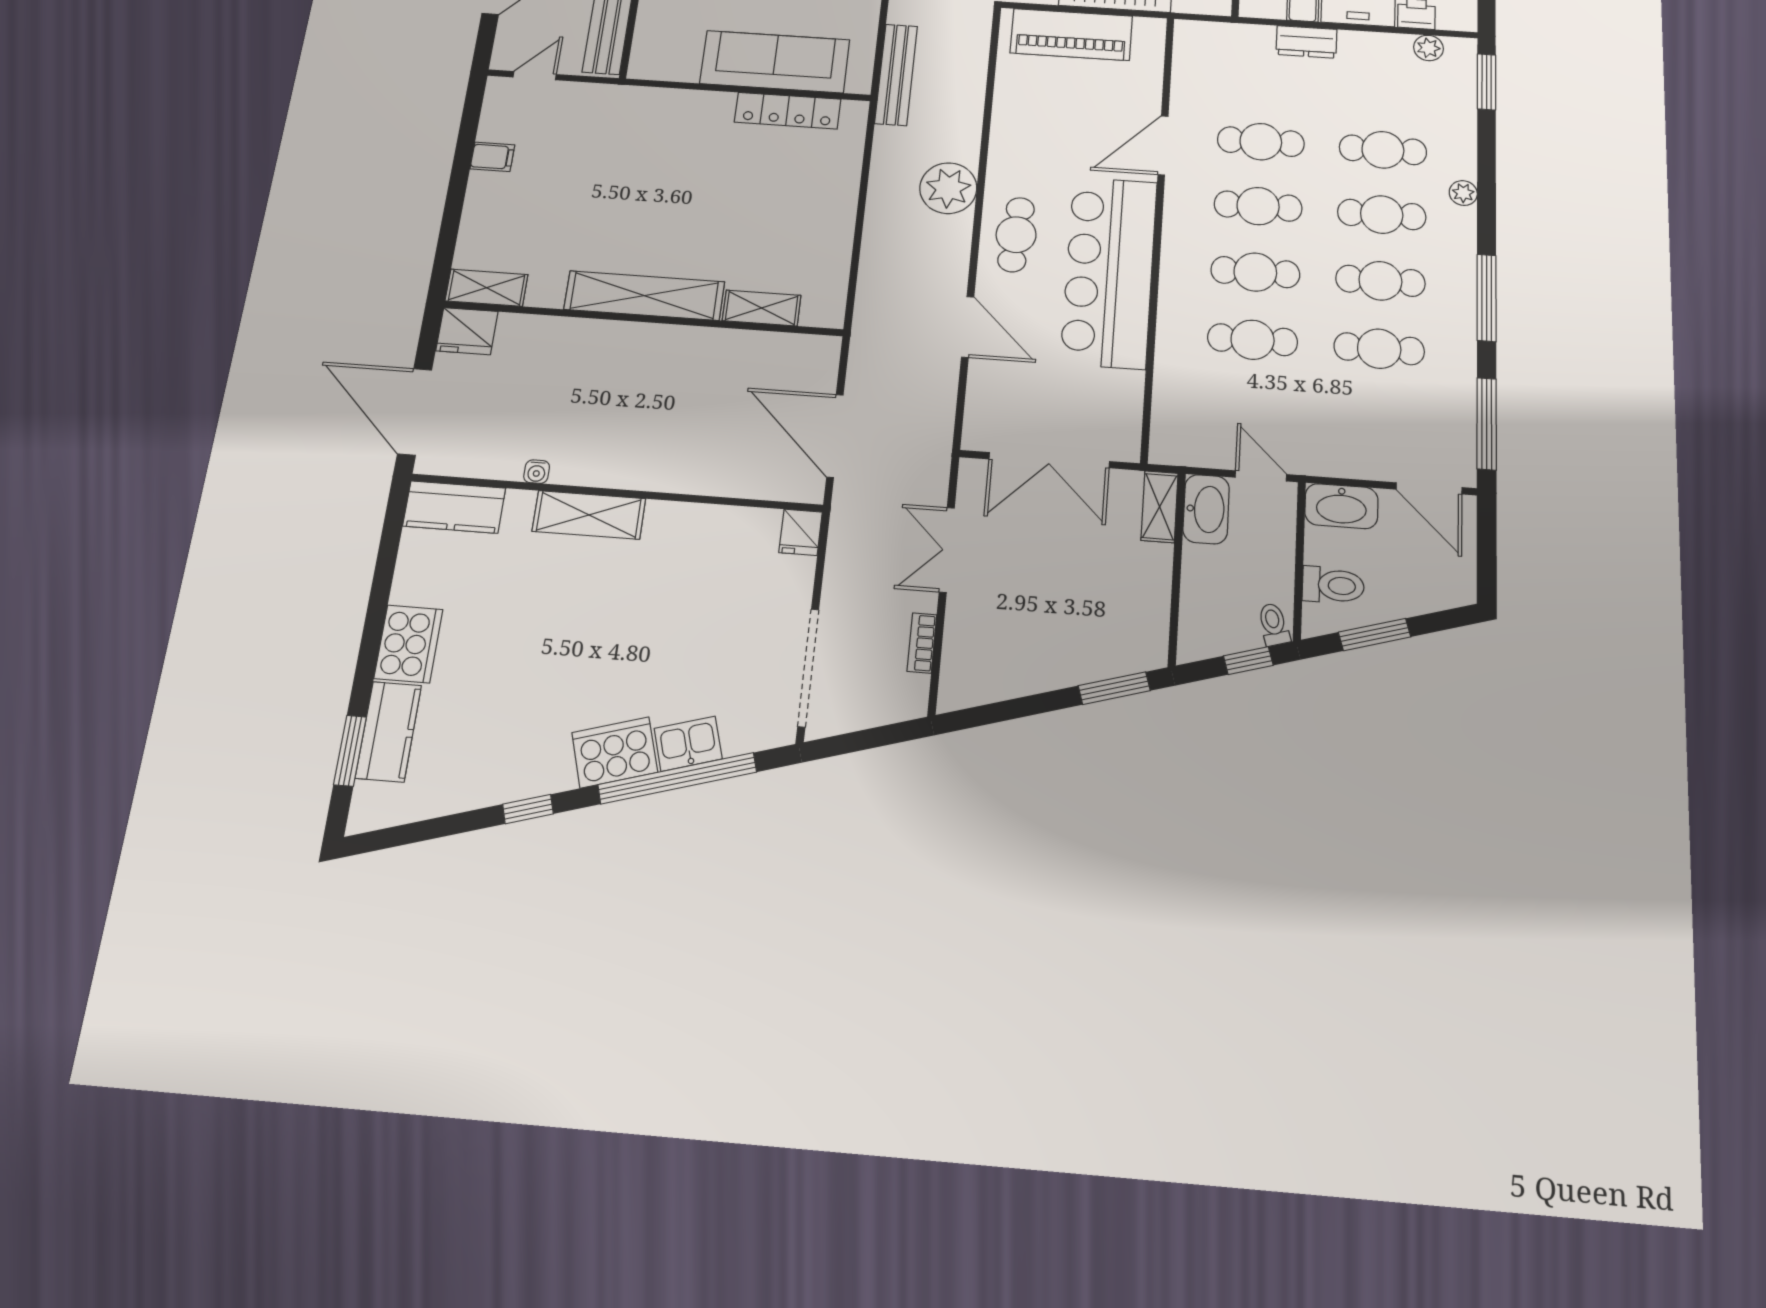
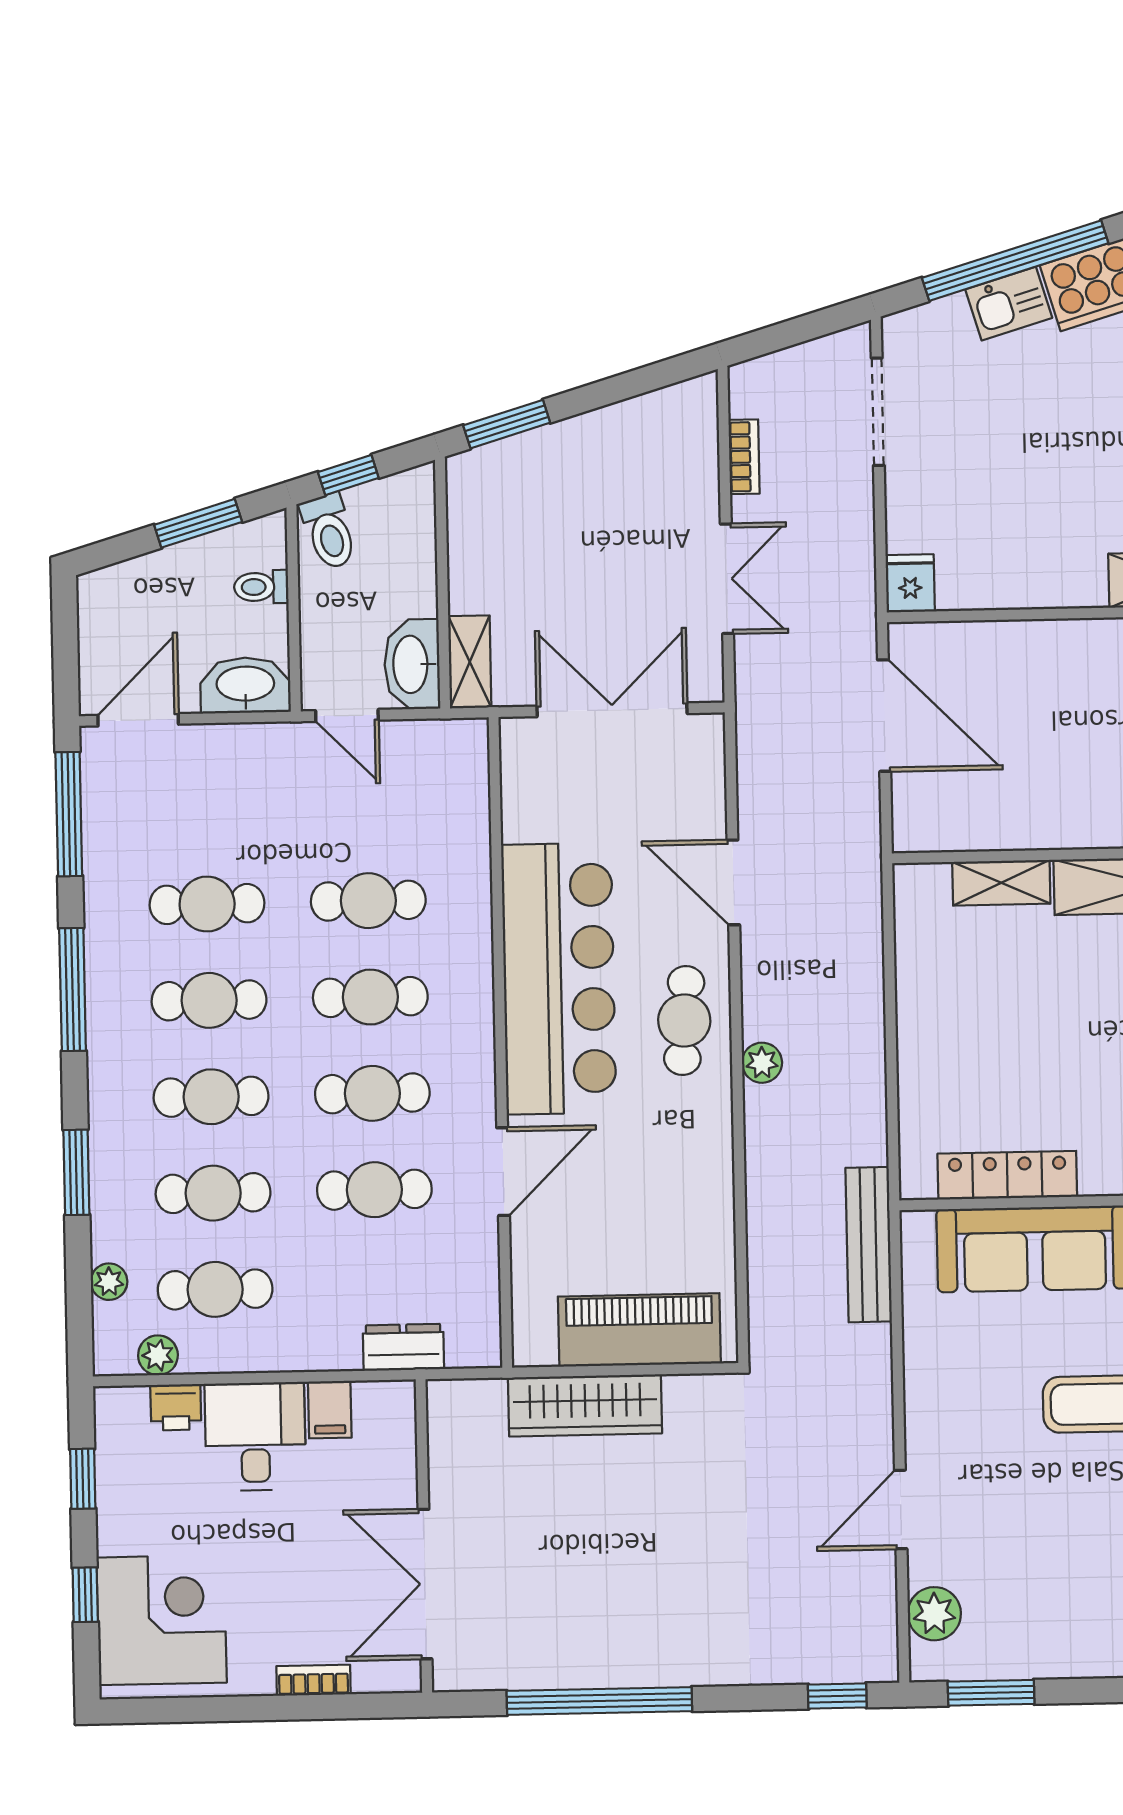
dresser: (1306, 42) -> (403, 1347), moved
window: (1487, 82) -> (76, 1172), moved
cafe table: (1384, 87) -> (215, 1289), added
plant: (948, 188) -> (762, 1063), width x0.53, depth x0.53
plant: (1463, 193) -> (109, 1282), moved
door: (1429, 488) -> (138, 720), hinge flipped
toilet: (1333, 585) -> (261, 587), width x0.73, depth x0.72
toilet: (1274, 624) -> (329, 531), width x1.37, depth x1.39
doorway: (808, 668) -> (878, 412), width x0.73

